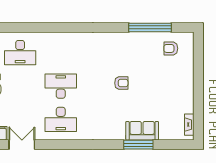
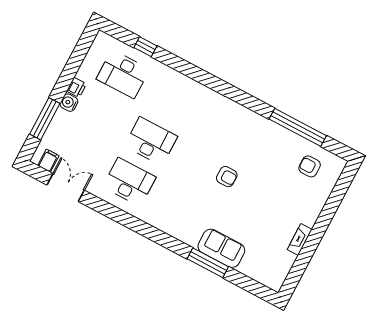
window: (25, 27) -> (145, 47), added
desk: (61, 119) -> (129, 182), turned 180
fireplace: (189, 125) -> (300, 239), moved

